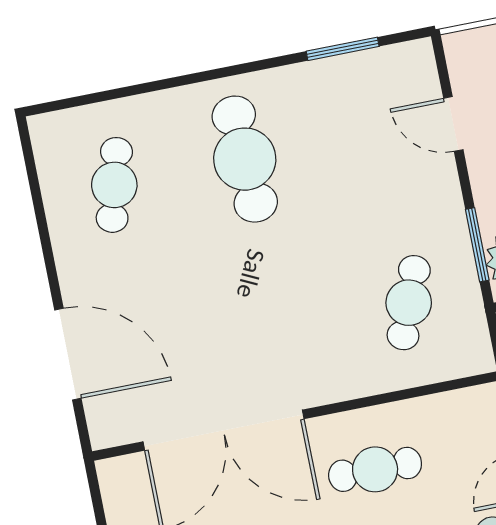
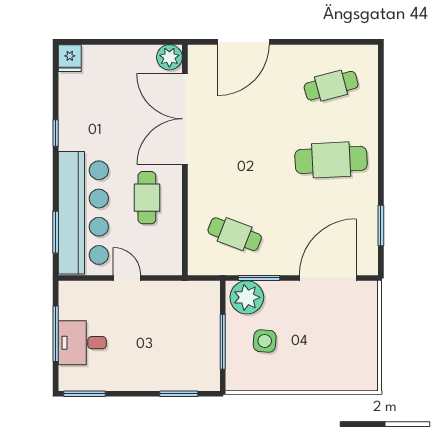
door: (453, 124) -> (328, 278), width x1.88
cafe table: (114, 185) -> (331, 86), turned -30
plant: (121, 479) -> (169, 57), added

